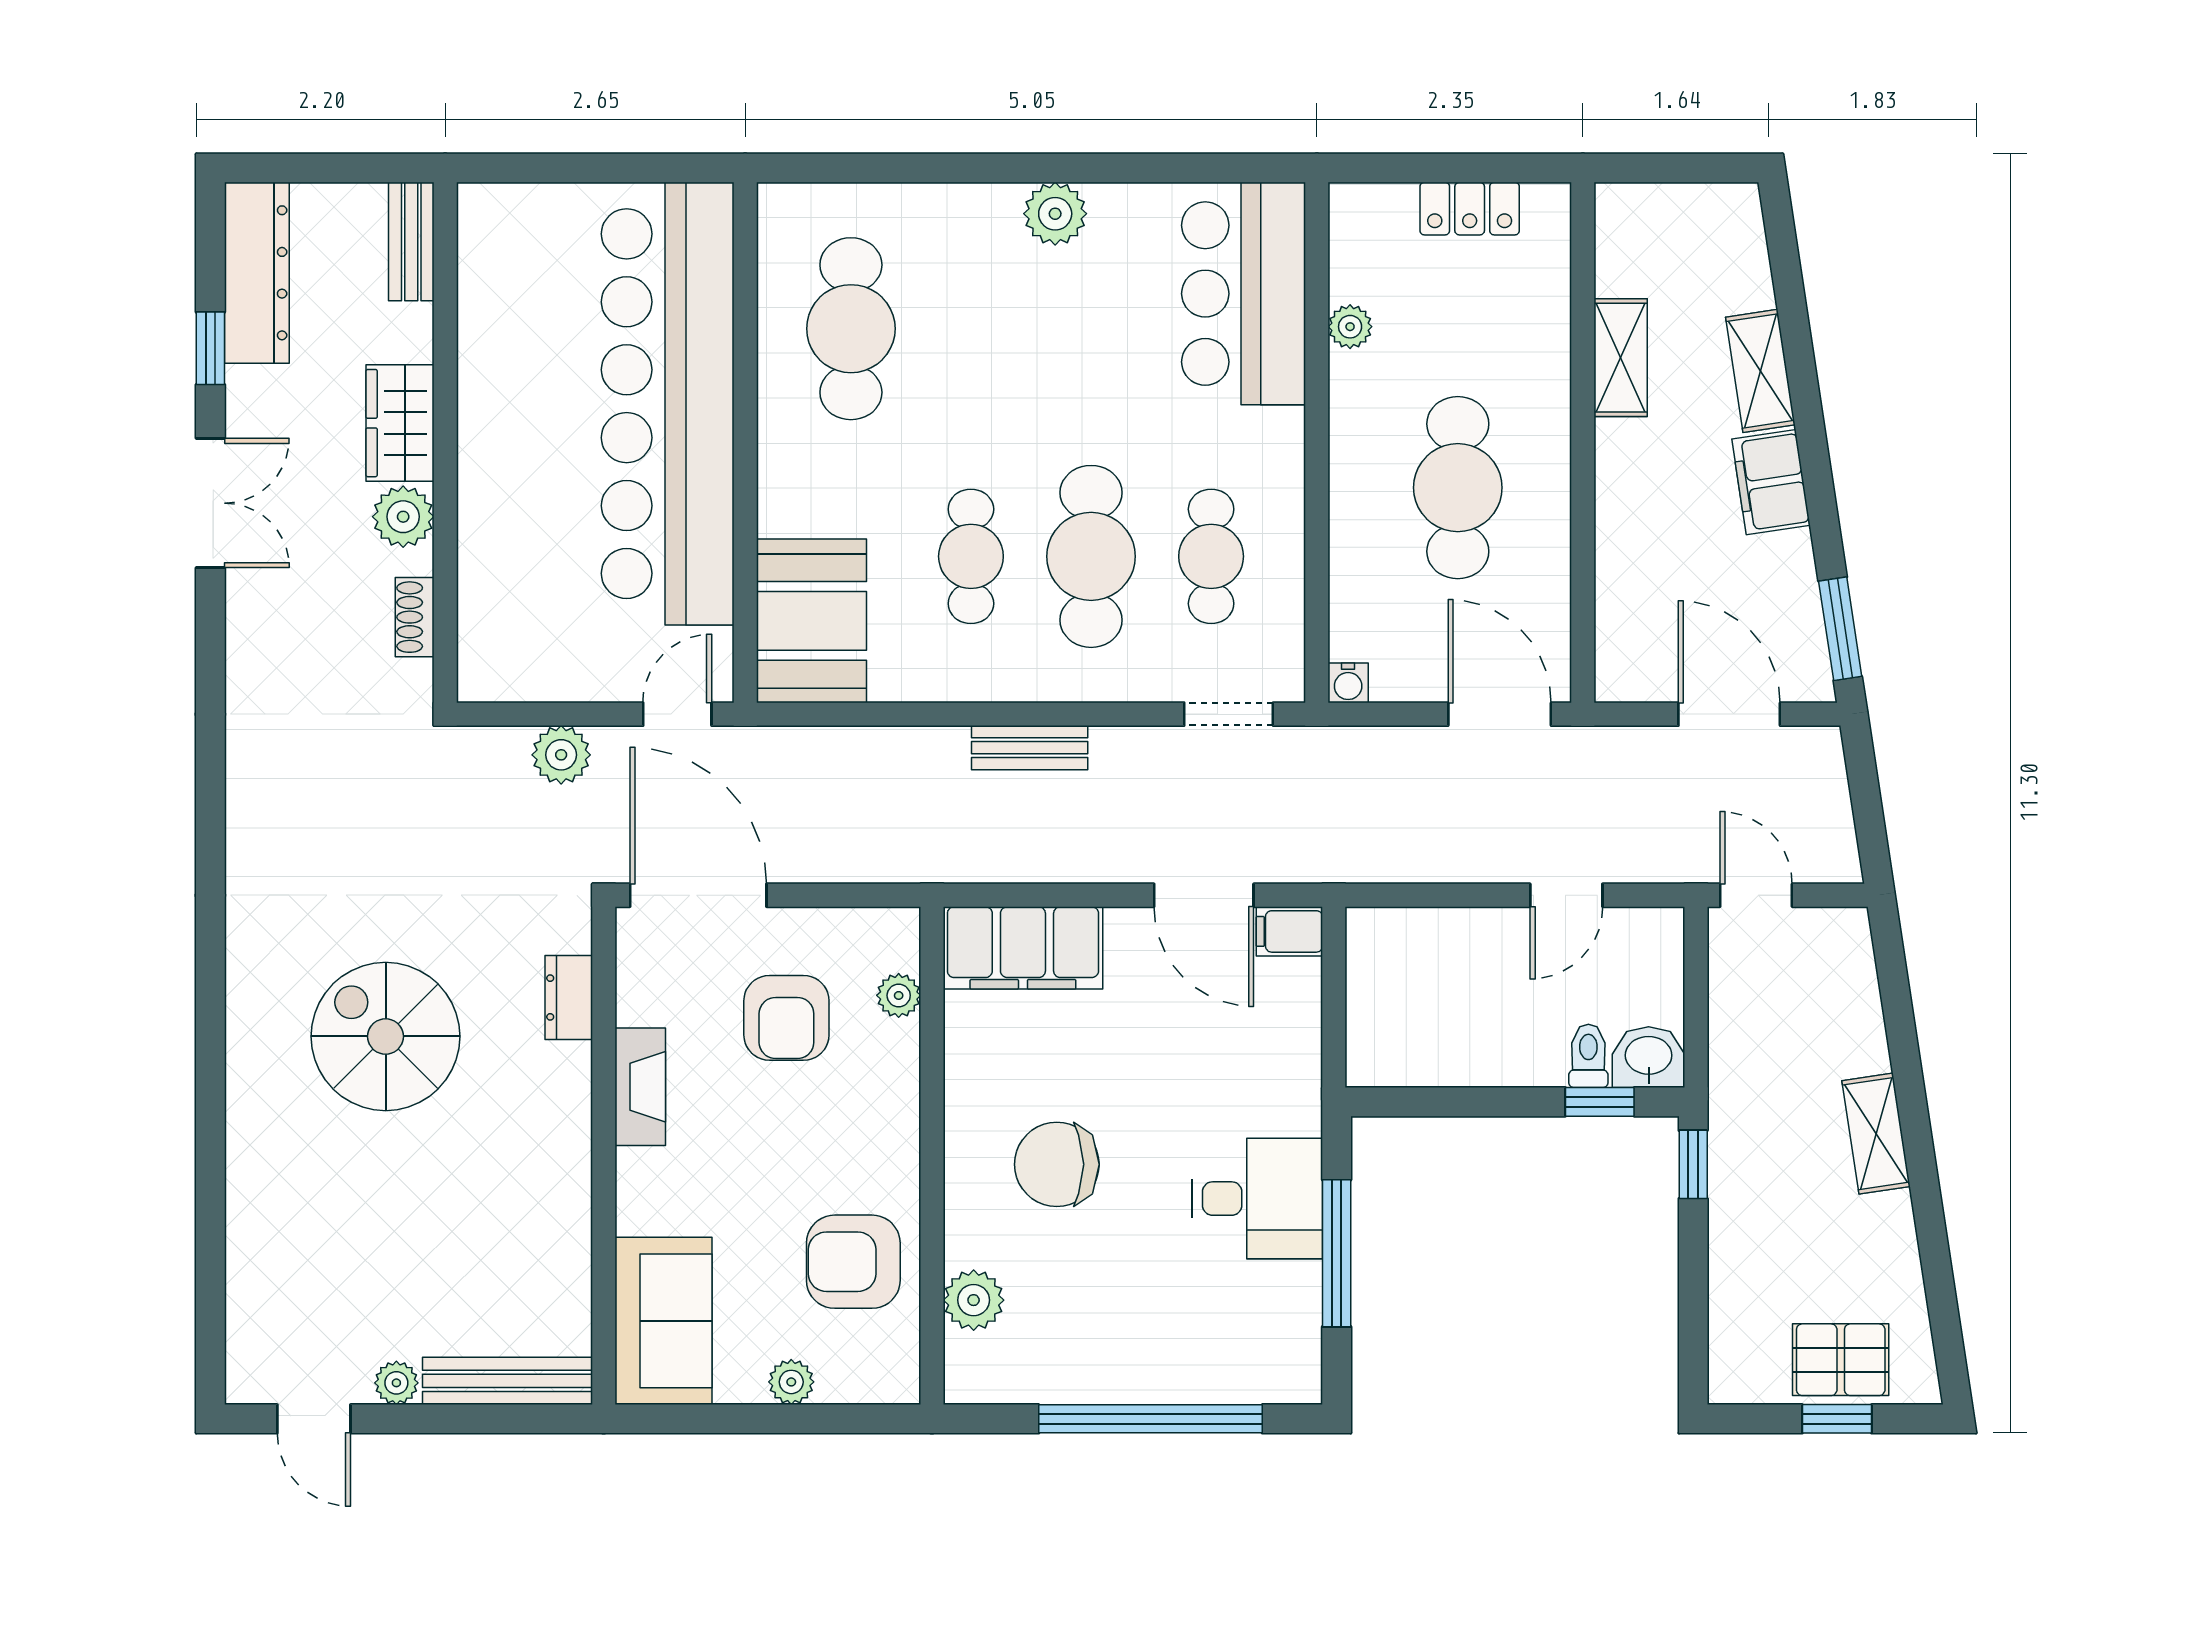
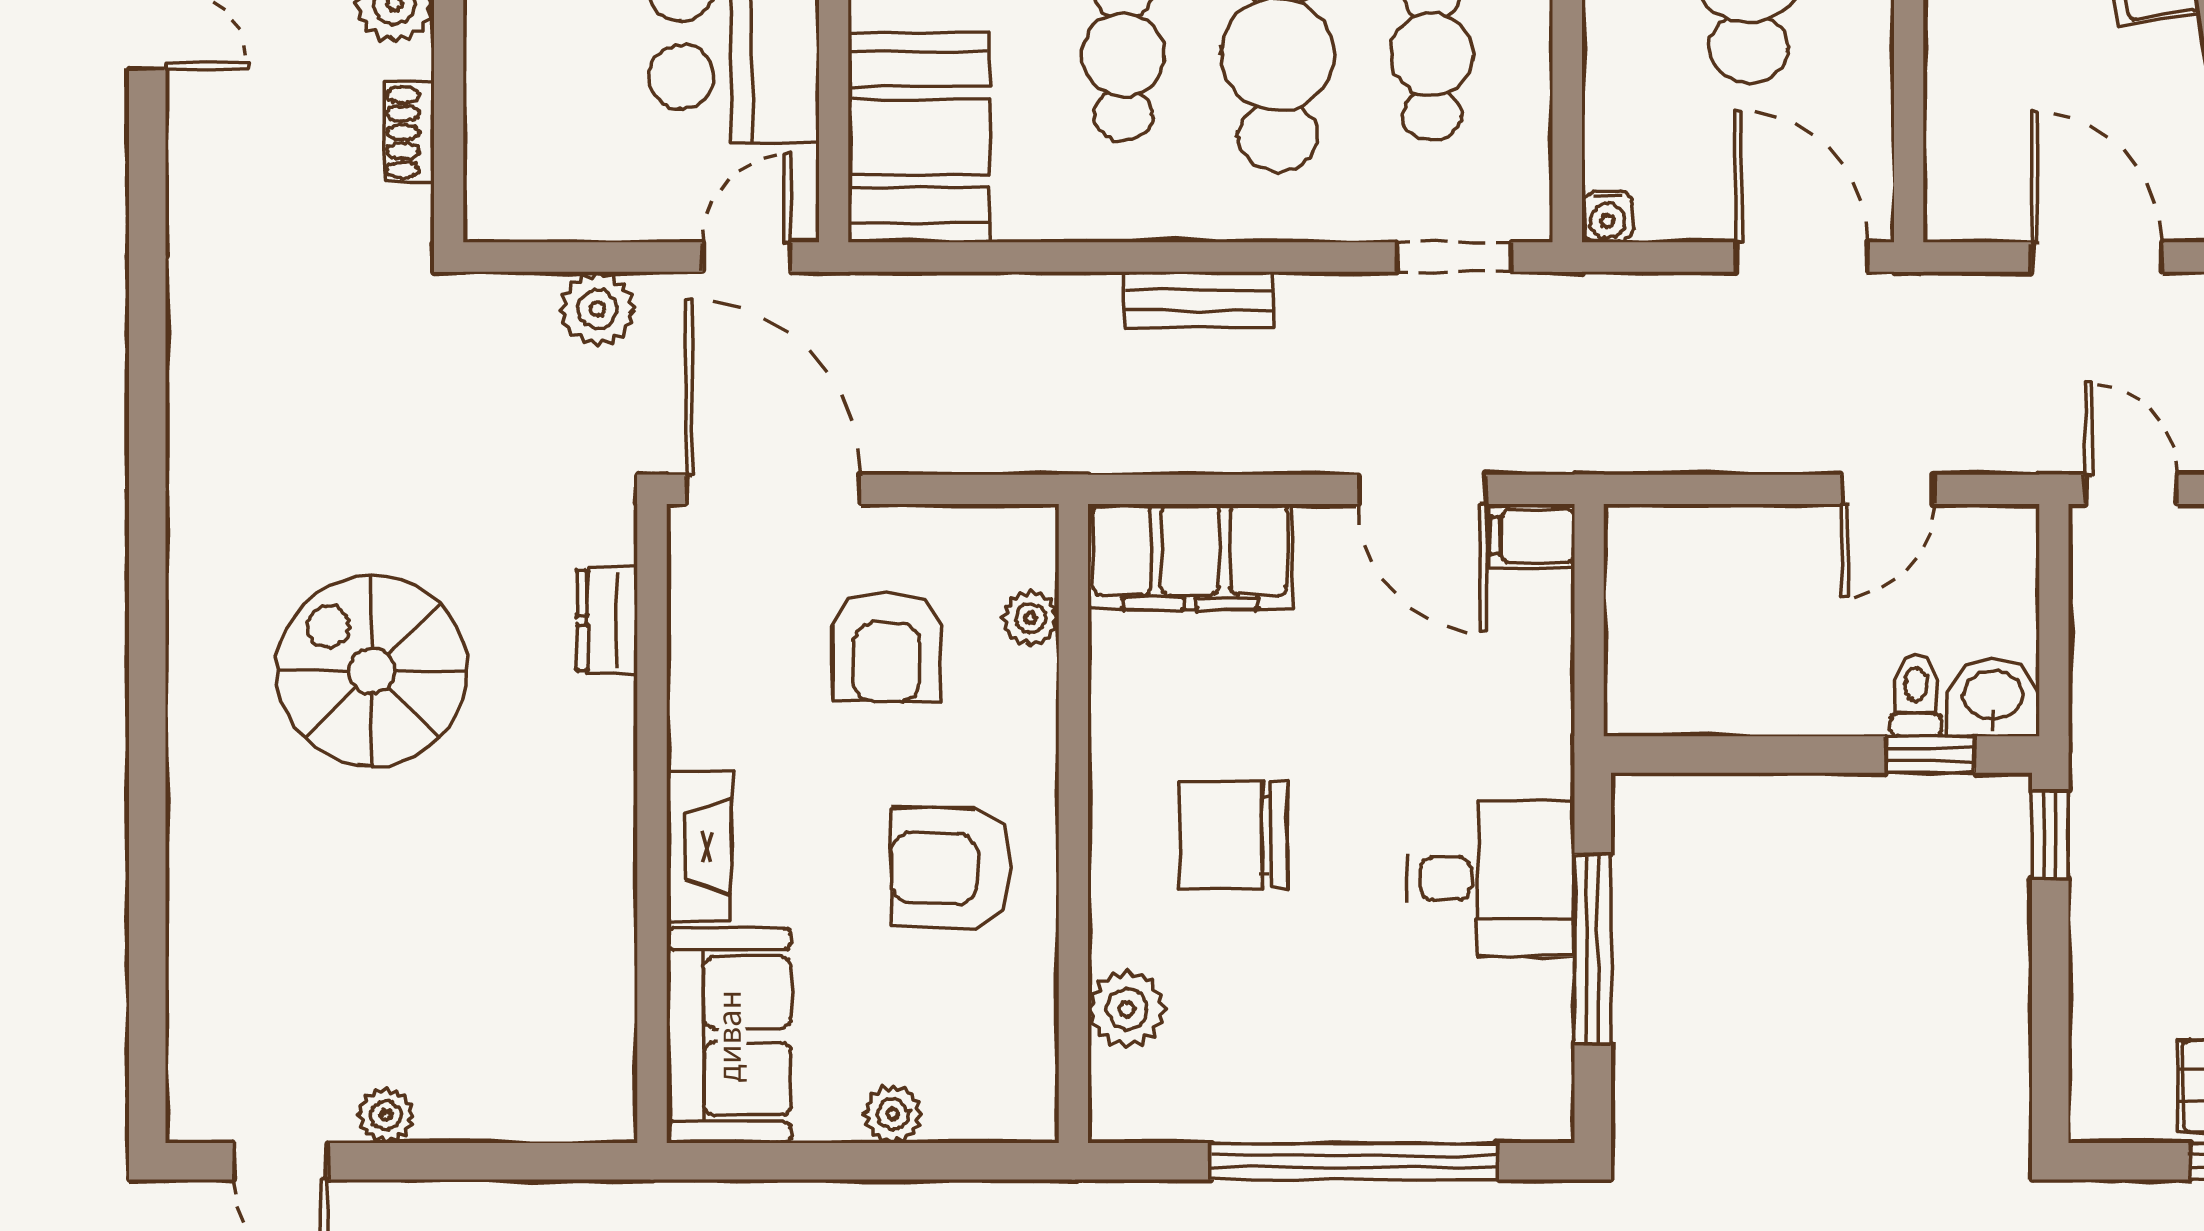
fireplace: (640, 1087) -> (699, 847), moved
armchair: (853, 1262) -> (951, 868), moved
bench: (508, 1381) -> (529, 1113), removed

